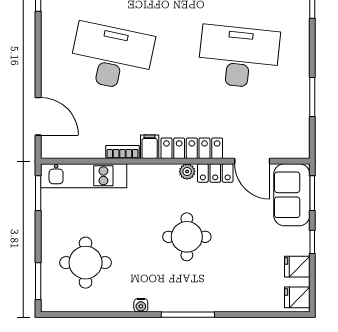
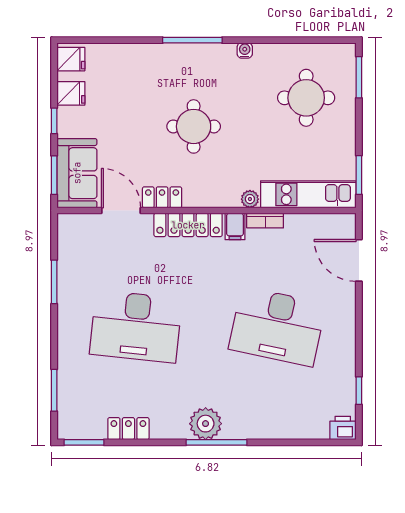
plant: (187, 172) -> (250, 199), moved

